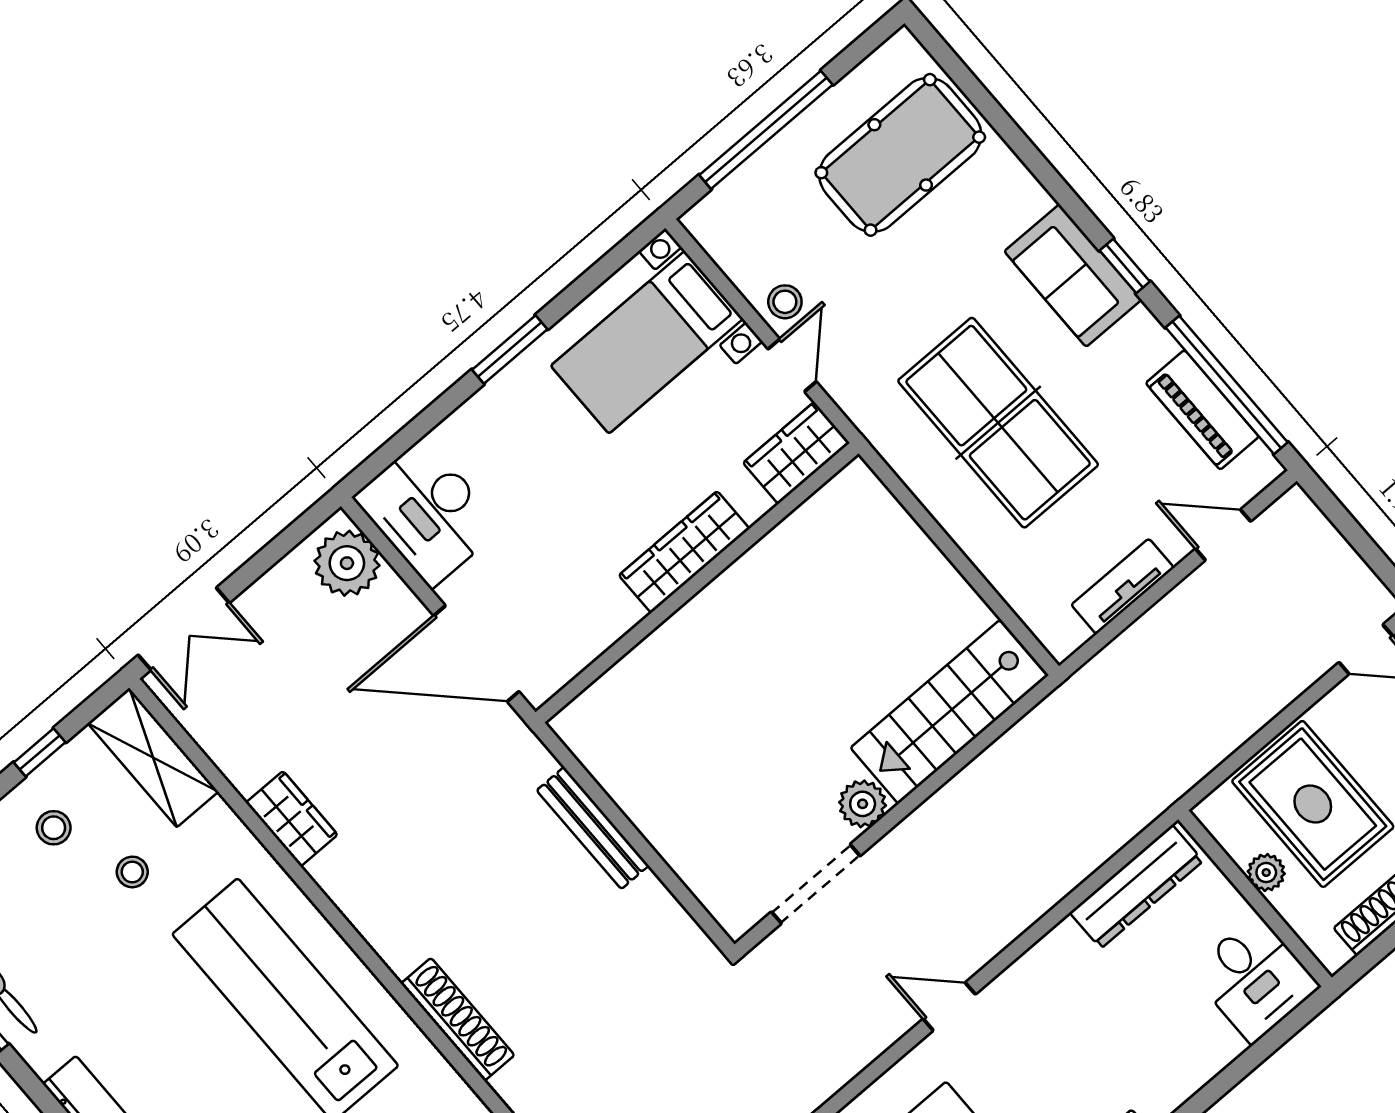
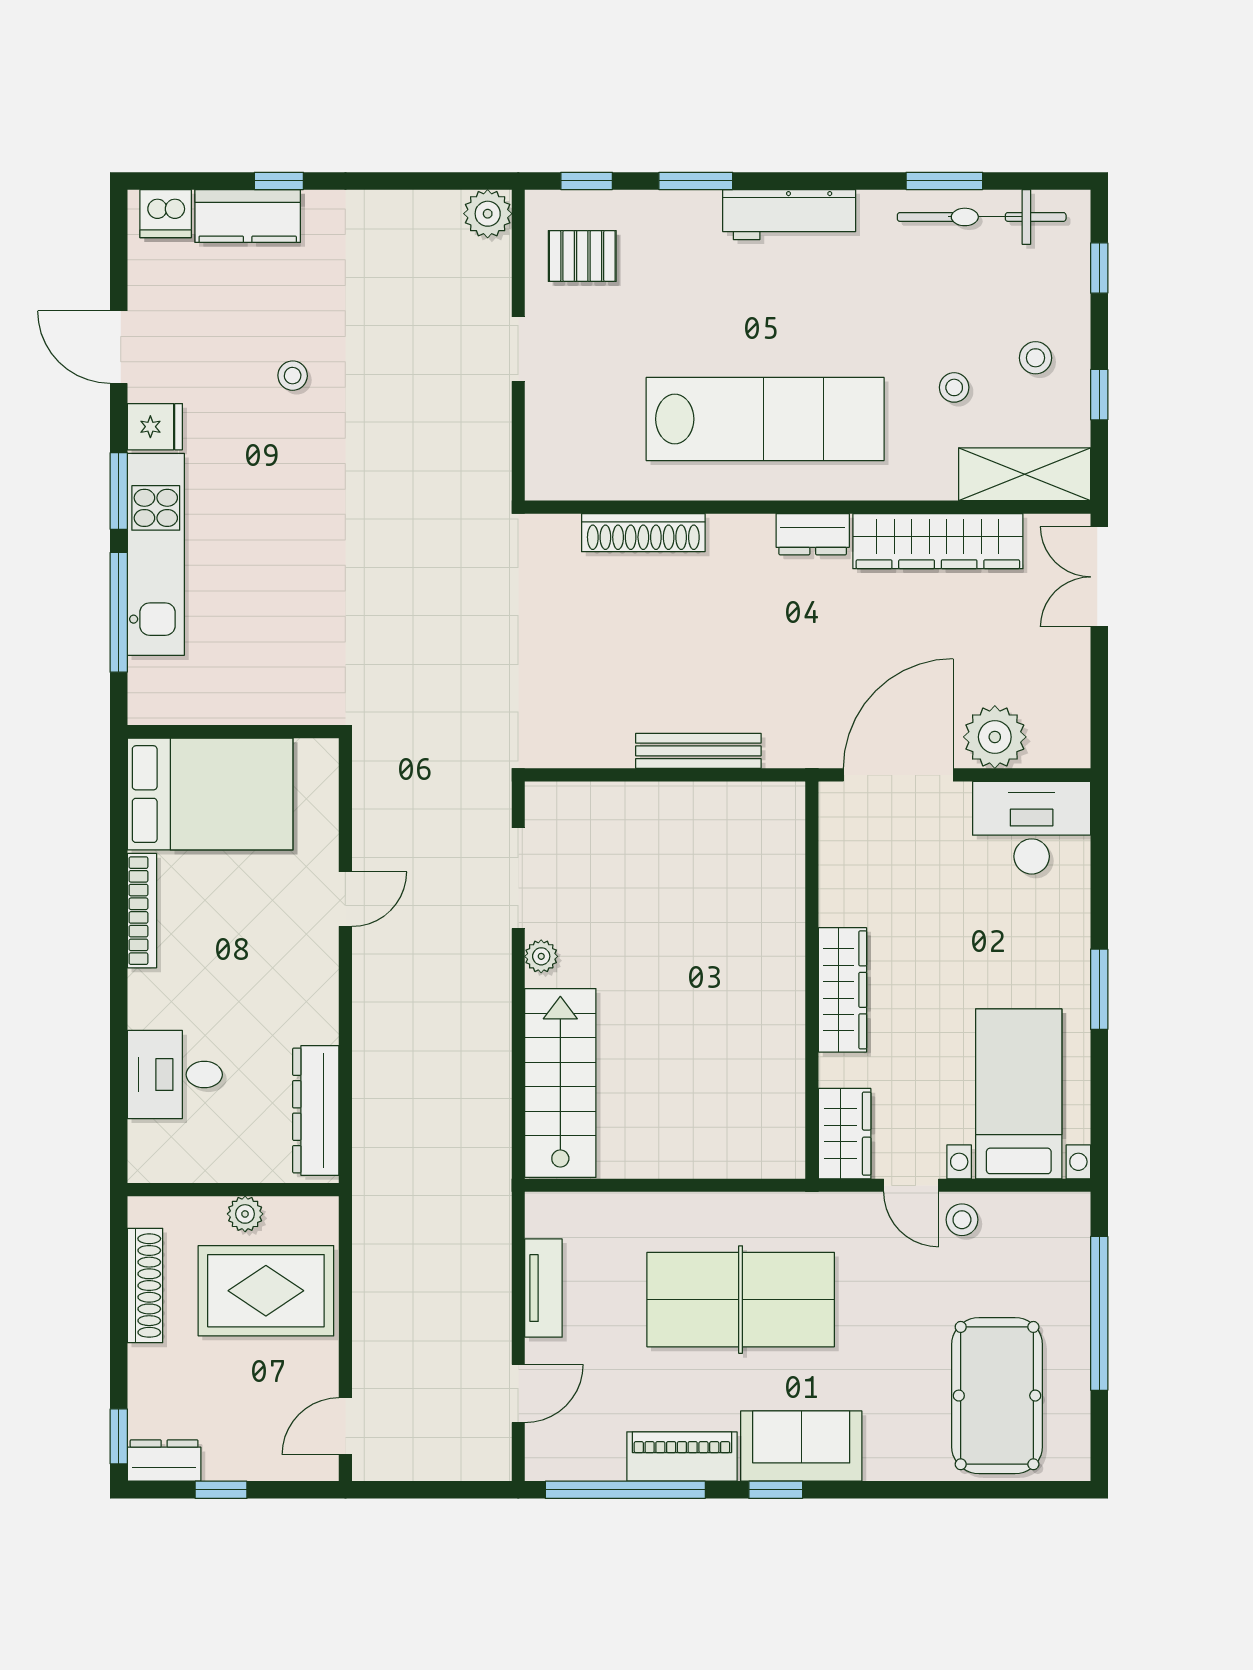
piano: (1202, 410) -> (682, 1457), moved
plant: (347, 563) -> (995, 737), moved
plant: (863, 804) -> (541, 956), width x0.73, depth x0.73
wardrobe: (292, 819) -> (938, 541), width x2.10, depth x1.17
dresser: (344, 884) -> (813, 534), added
desk: (1255, 979) -> (175, 1075), moved

